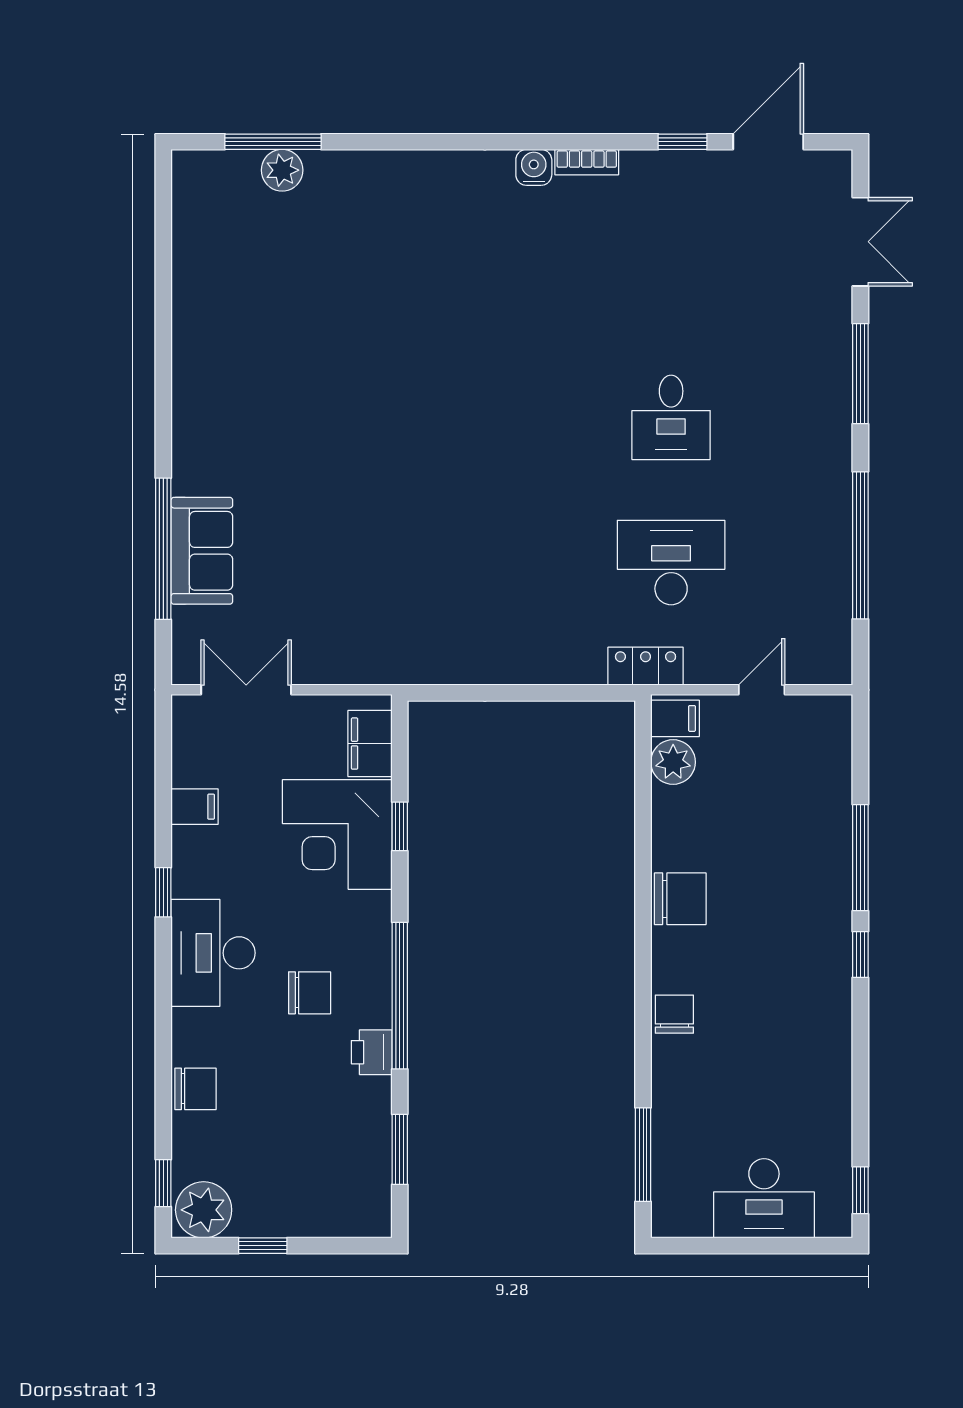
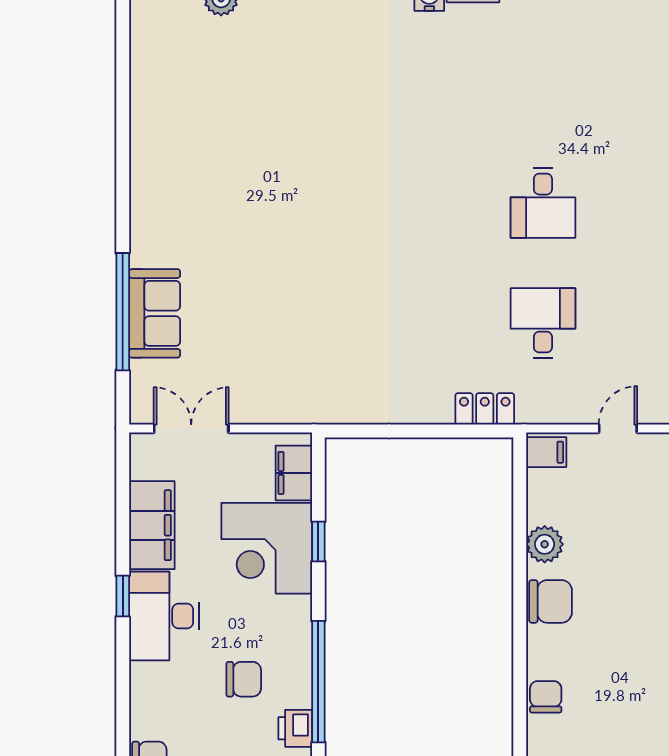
desk: (671, 563) -> (543, 323), width x0.73
locker: (646, 666) -> (485, 409), moved
plant: (673, 762) -> (545, 544), moved
filing cabinet: (195, 807) -> (152, 525), width x3.00, depth x1.17
desk: (213, 953) -> (164, 616), moved

